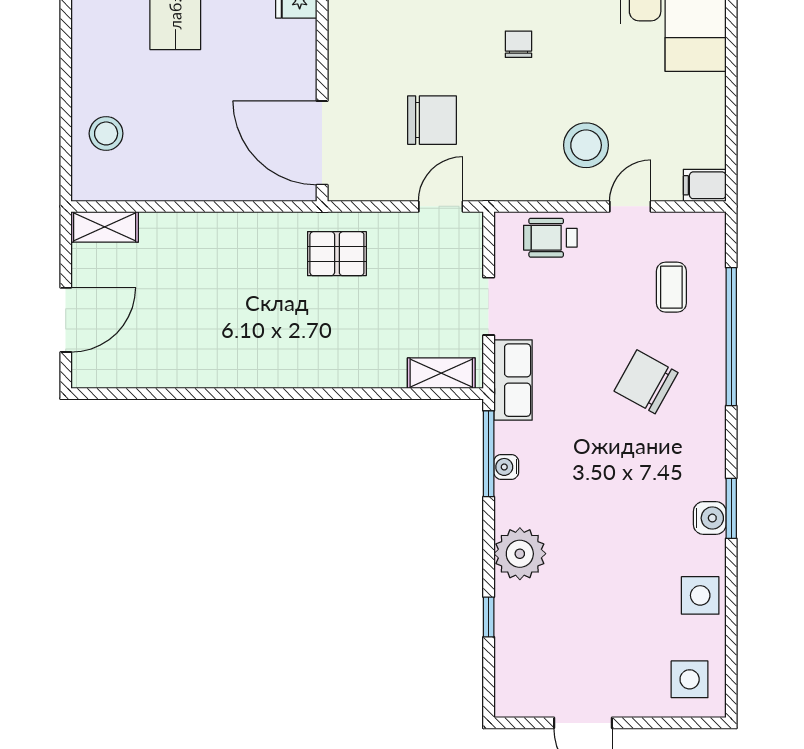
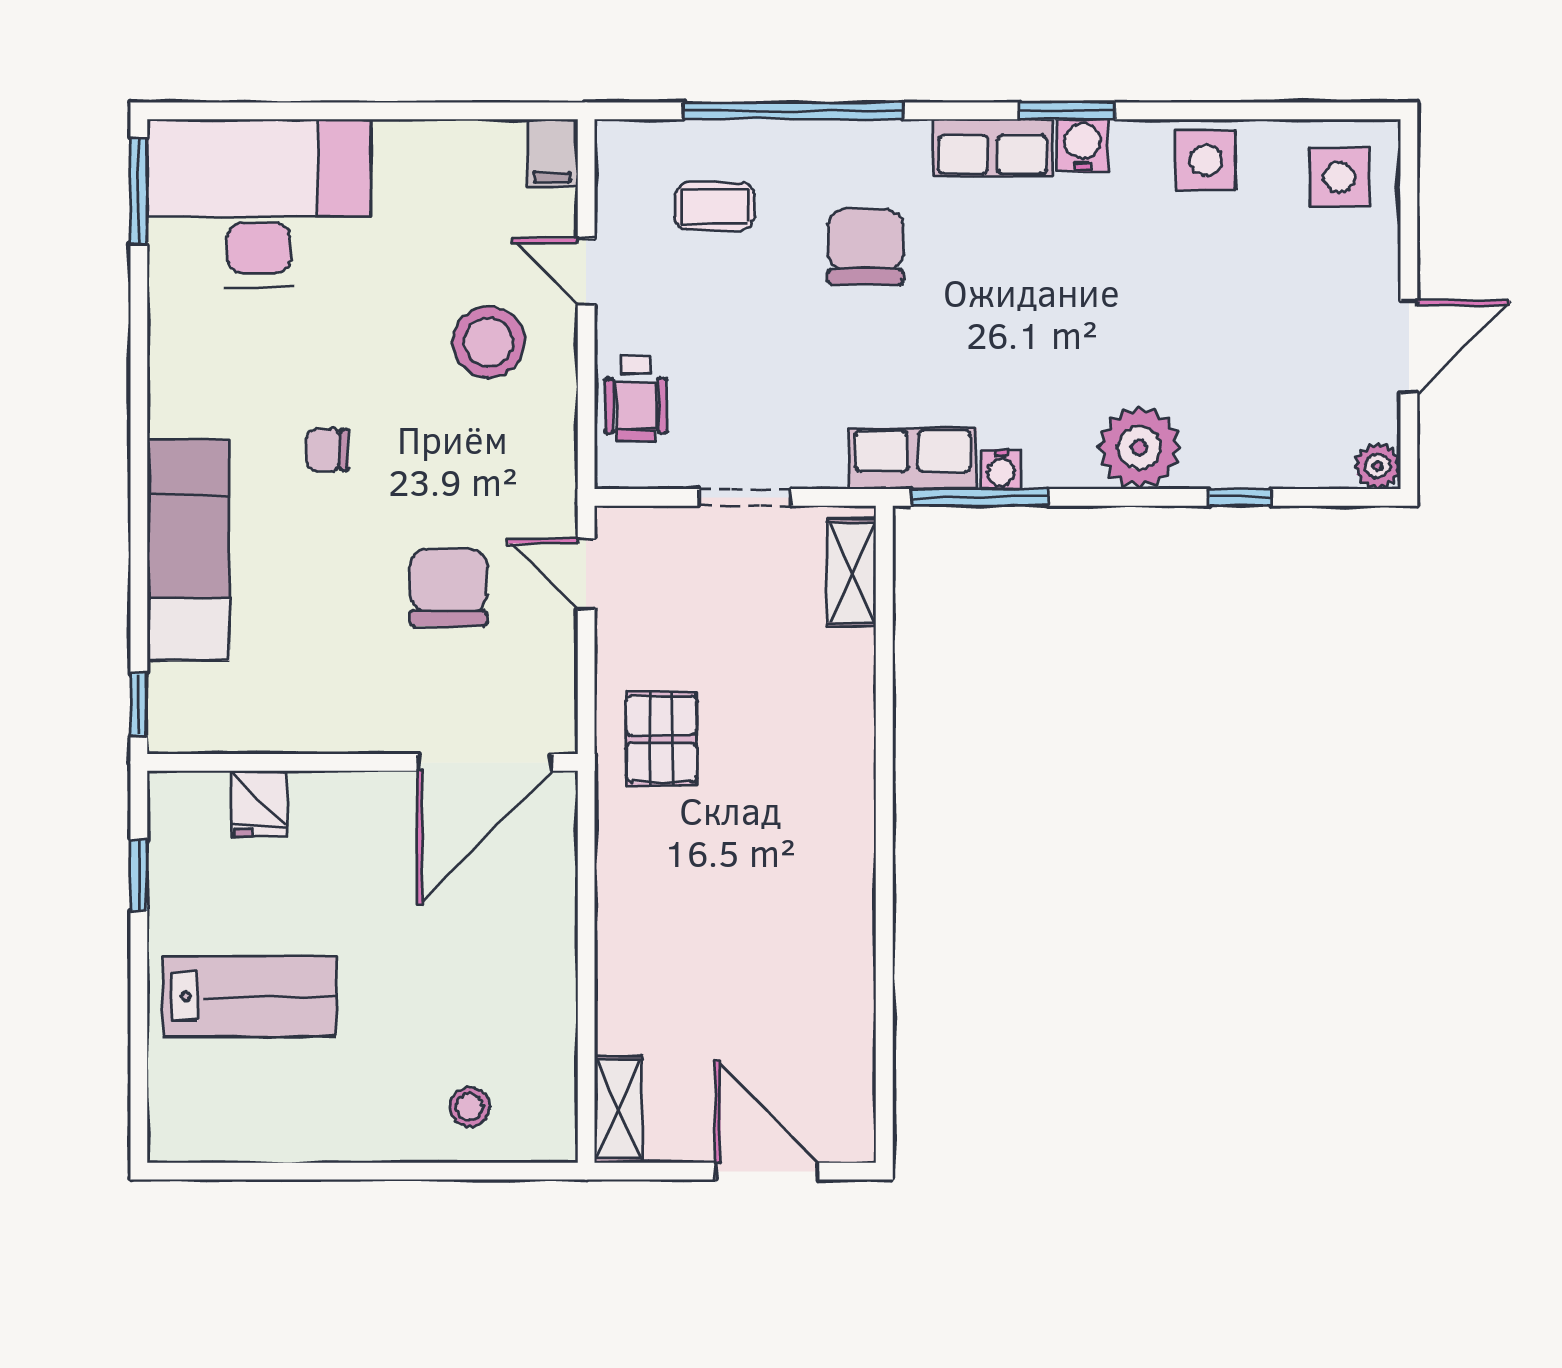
stool: (106, 133) -> (470, 1107), width x0.73, depth x0.73
row of seats: (513, 380) -> (913, 459), moved
chair: (646, 382) -> (865, 247), turned 151
row of seats: (708, 462) -> (993, 148), added
plant: (508, 703) -> (1378, 466), added

